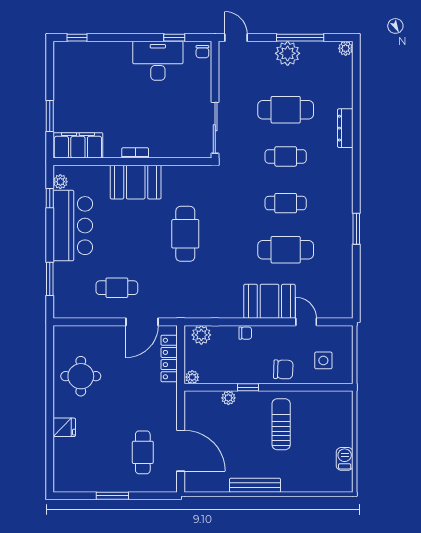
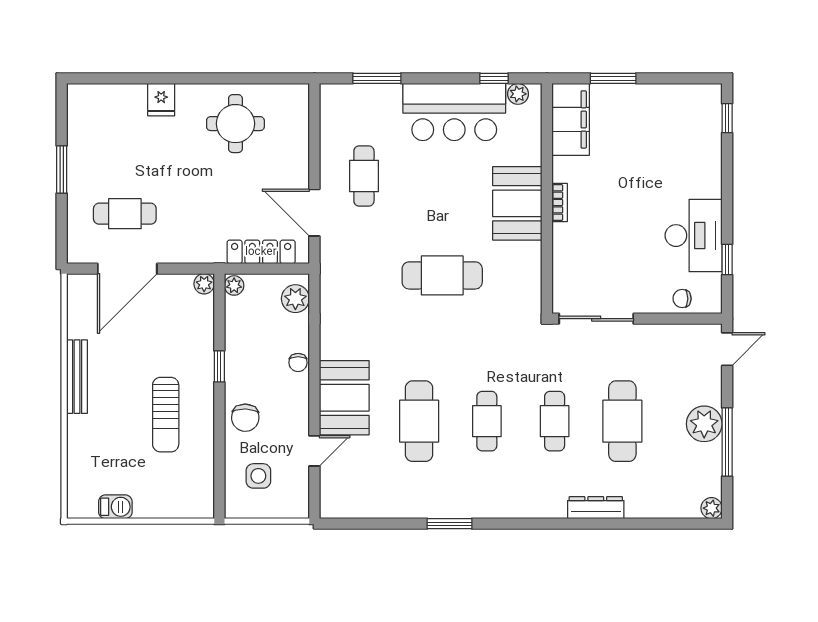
chair: (202, 52) -> (682, 299), moved
plant: (228, 398) -> (204, 284), moved
sun lounger: (281, 424) -> (166, 415), turned 90

